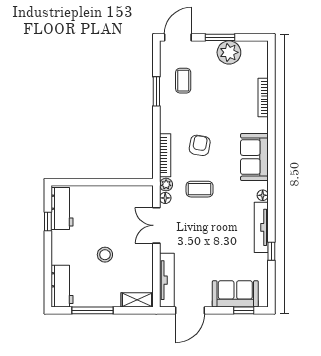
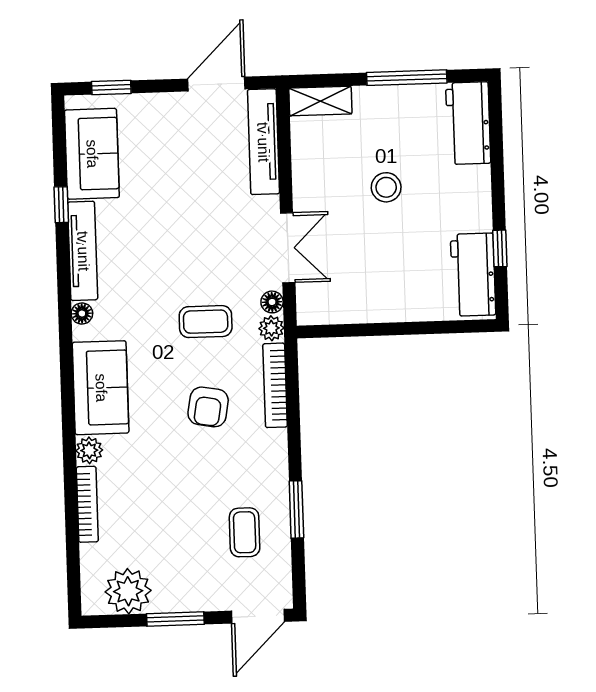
plant: (229, 52) -> (128, 591), moved
plant: (261, 125) -> (89, 450), added
sofa: (235, 294) -> (92, 154), moved, turned -90

